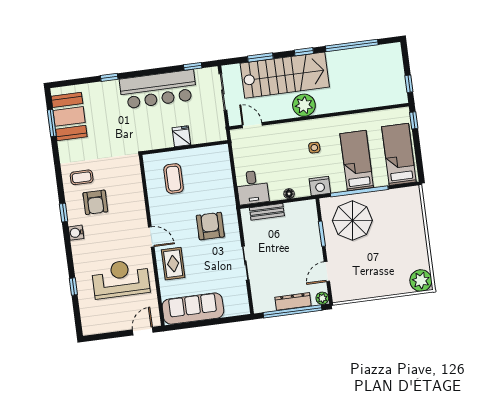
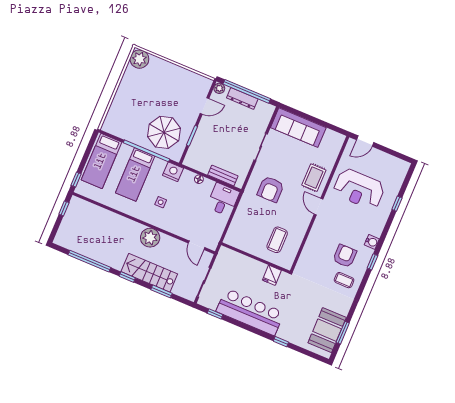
stairs: (285, 75) -> (149, 273), width x0.73, depth x0.66
fridge: (181, 136) -> (272, 275), moved
sofa: (193, 309) -> (298, 128), moved

